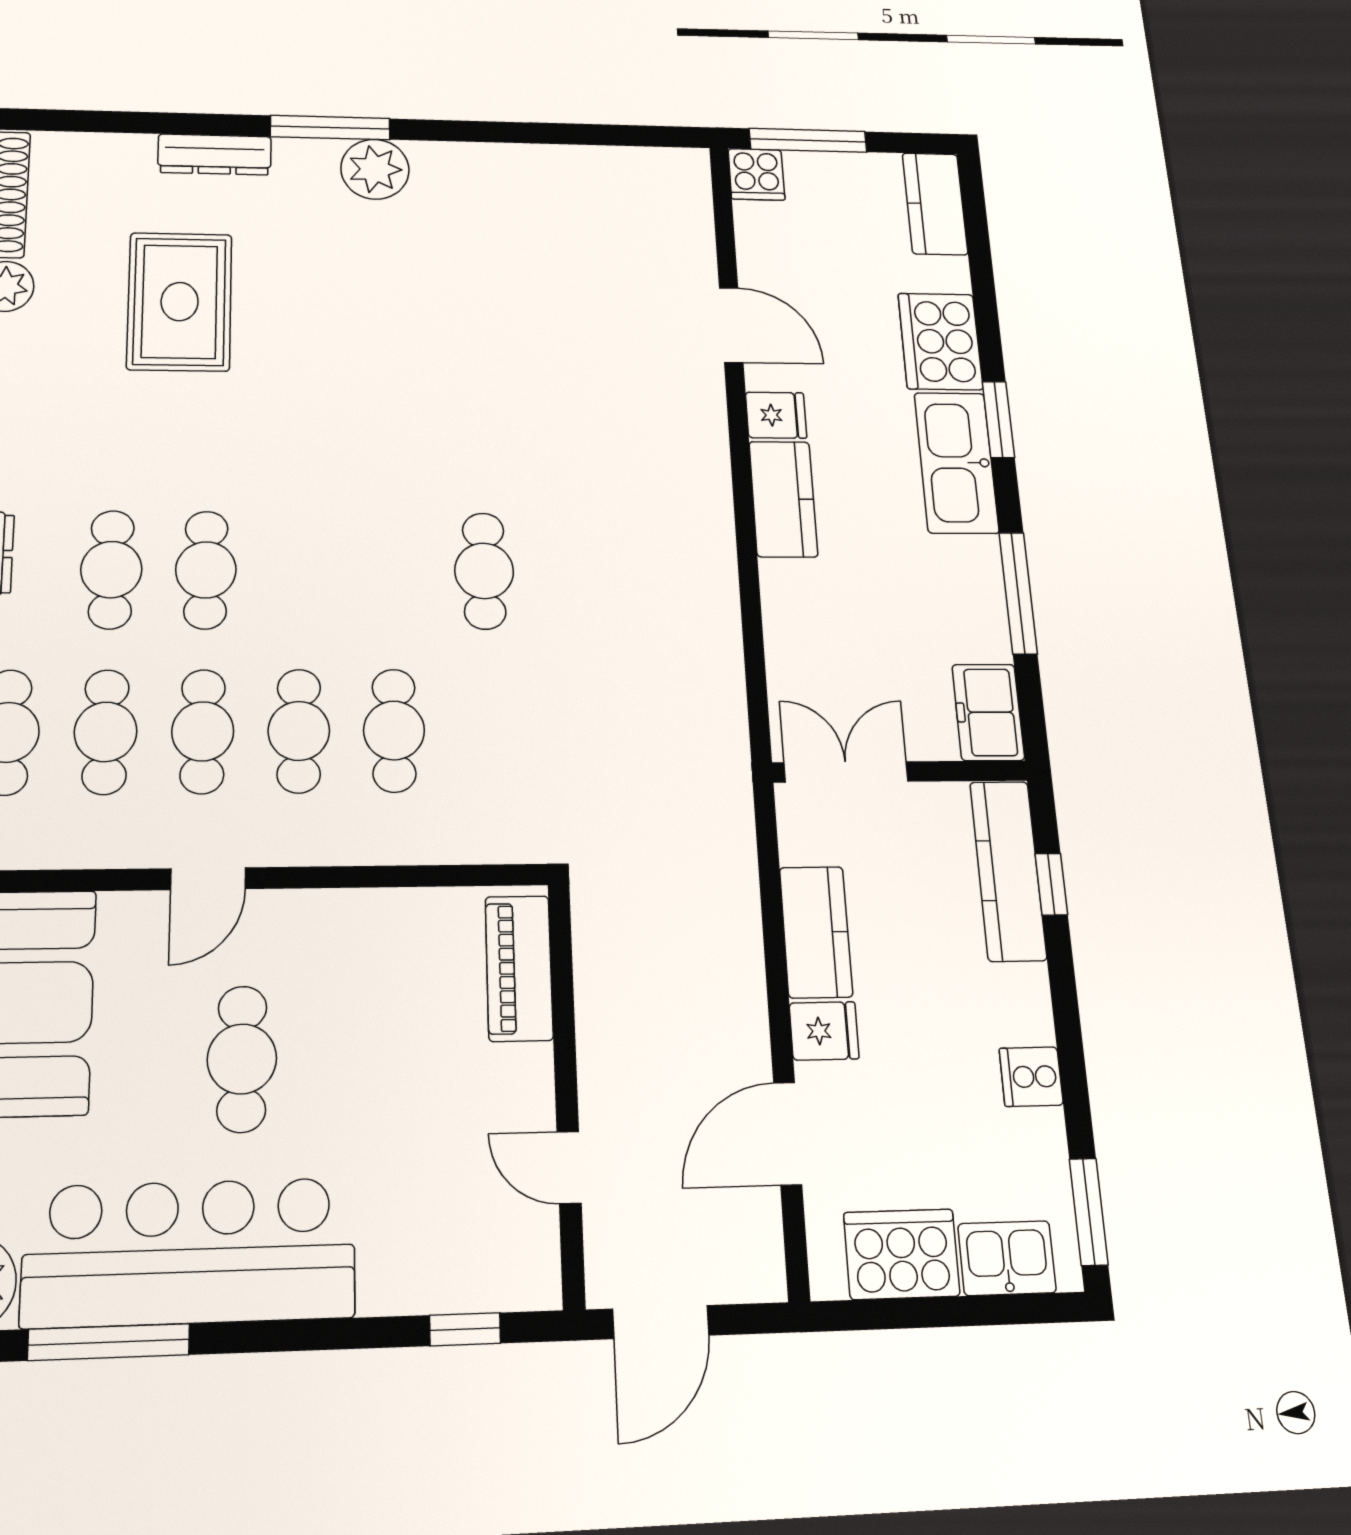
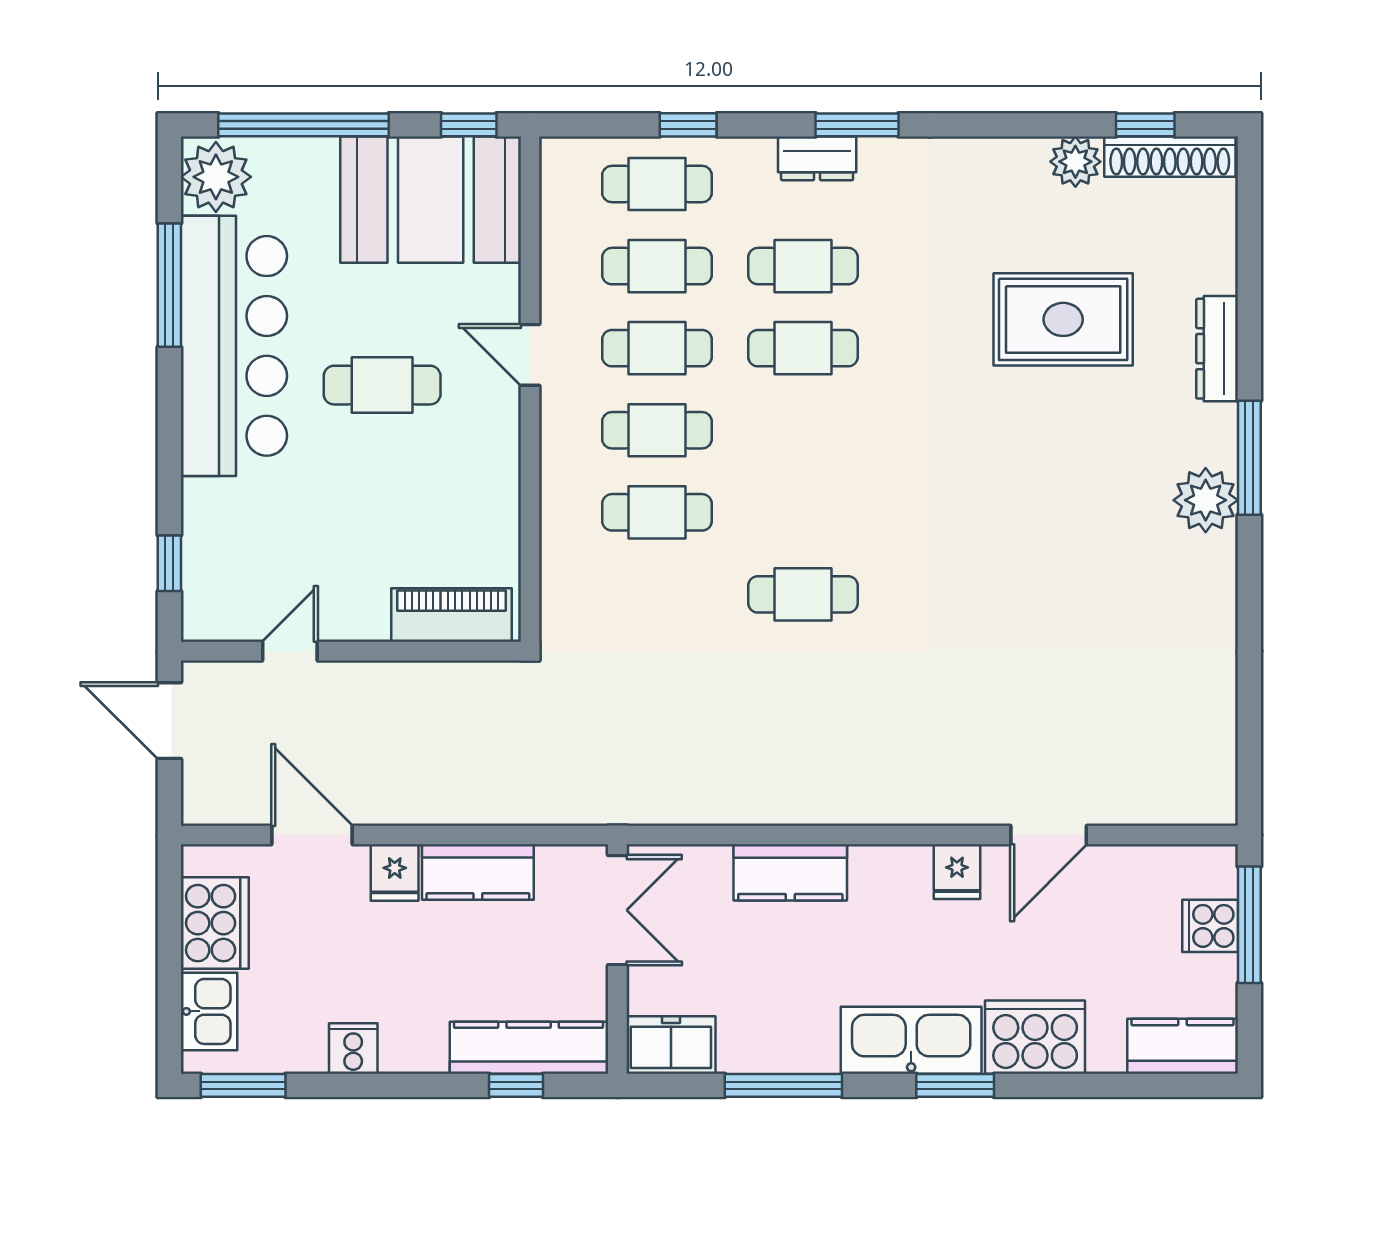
cooker: (756, 174) -> (1210, 926), moved
kitchen counter: (783, 499) -> (790, 872), moved

